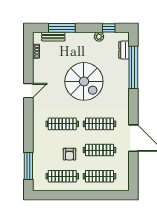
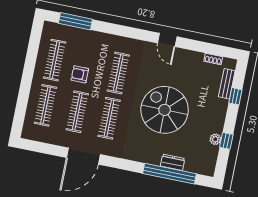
window: (62, 28) -> (235, 96), width x0.46
window: (109, 28) -> (226, 141), moved
dresser: (124, 50) -> (173, 162), moved
spiral stairs: (84, 81) -> (165, 110), turned 90

